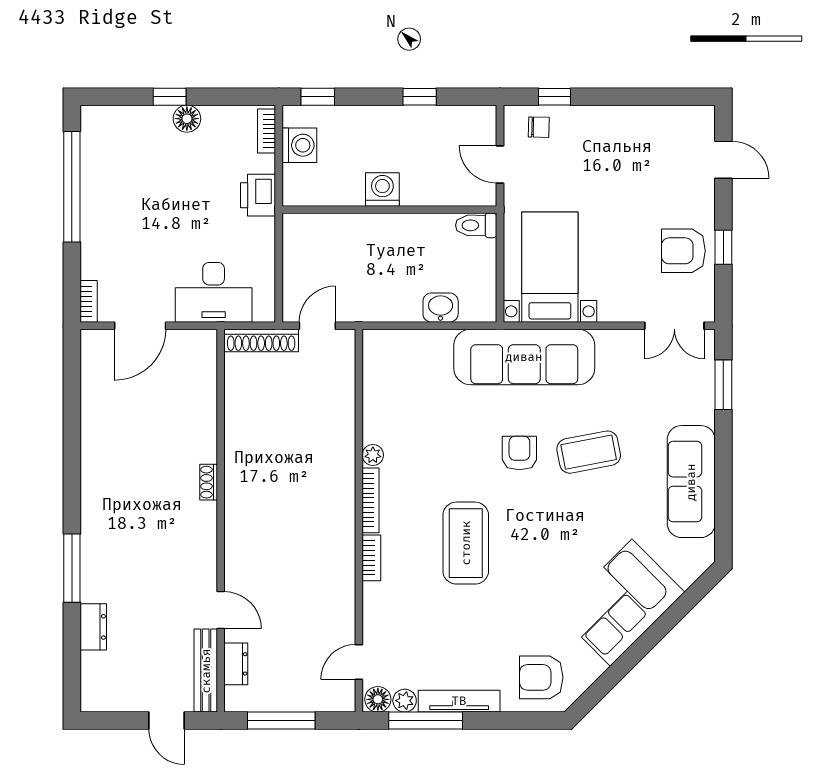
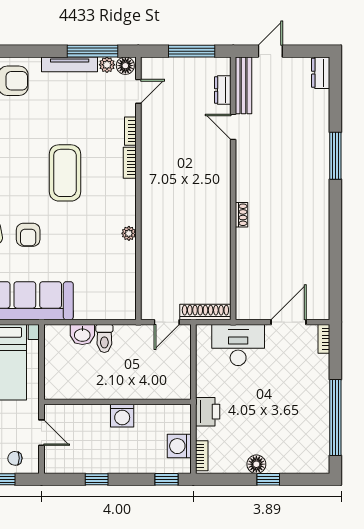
toilet: (476, 225) -> (104, 338), moved, turned 90
bookcase: (371, 500) -> (130, 131), moved, width x0.64
dresser: (93, 627) -> (321, 73), moved
door: (167, 721) -> (270, 51), hinge flipped

